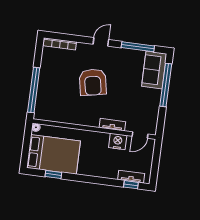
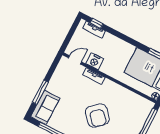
armchair: (93, 82) -> (97, 115), turned 149
window: (166, 85) -> (40, 92), width x0.68

